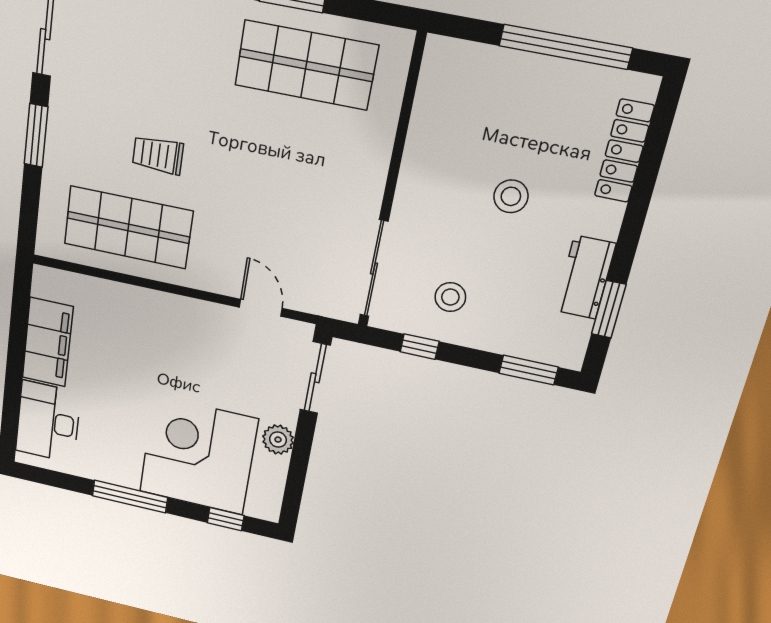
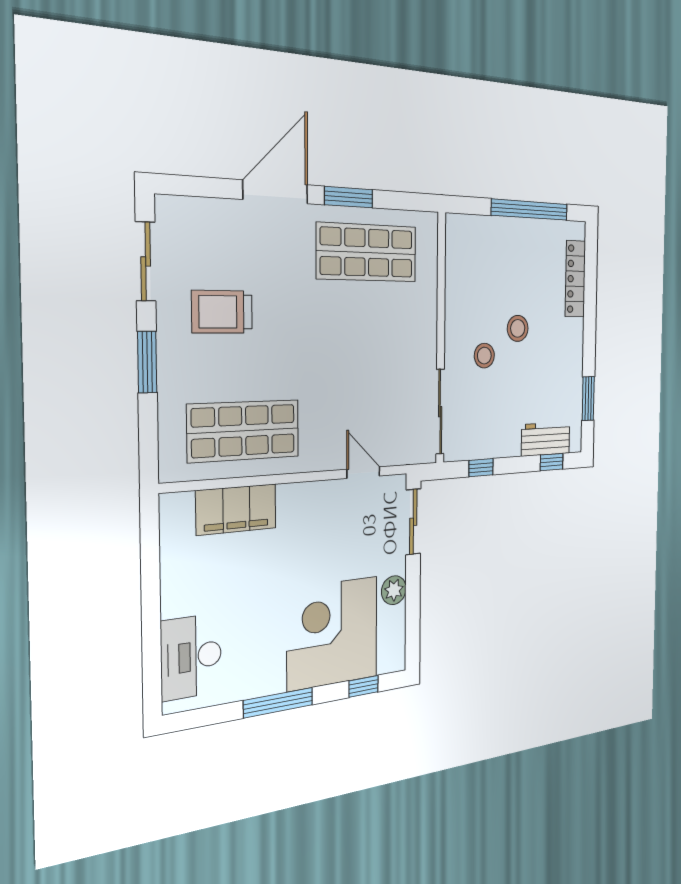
trolley: (158, 155) -> (222, 312), moved, width x1.36, depth x1.39
workbench: (585, 277) -> (546, 439), moved, turned 90
stool: (450, 297) -> (484, 356), moved
filing cabinet: (48, 342) -> (236, 509), moved, turned 90
window: (529, 370) -> (552, 462), width x0.67

